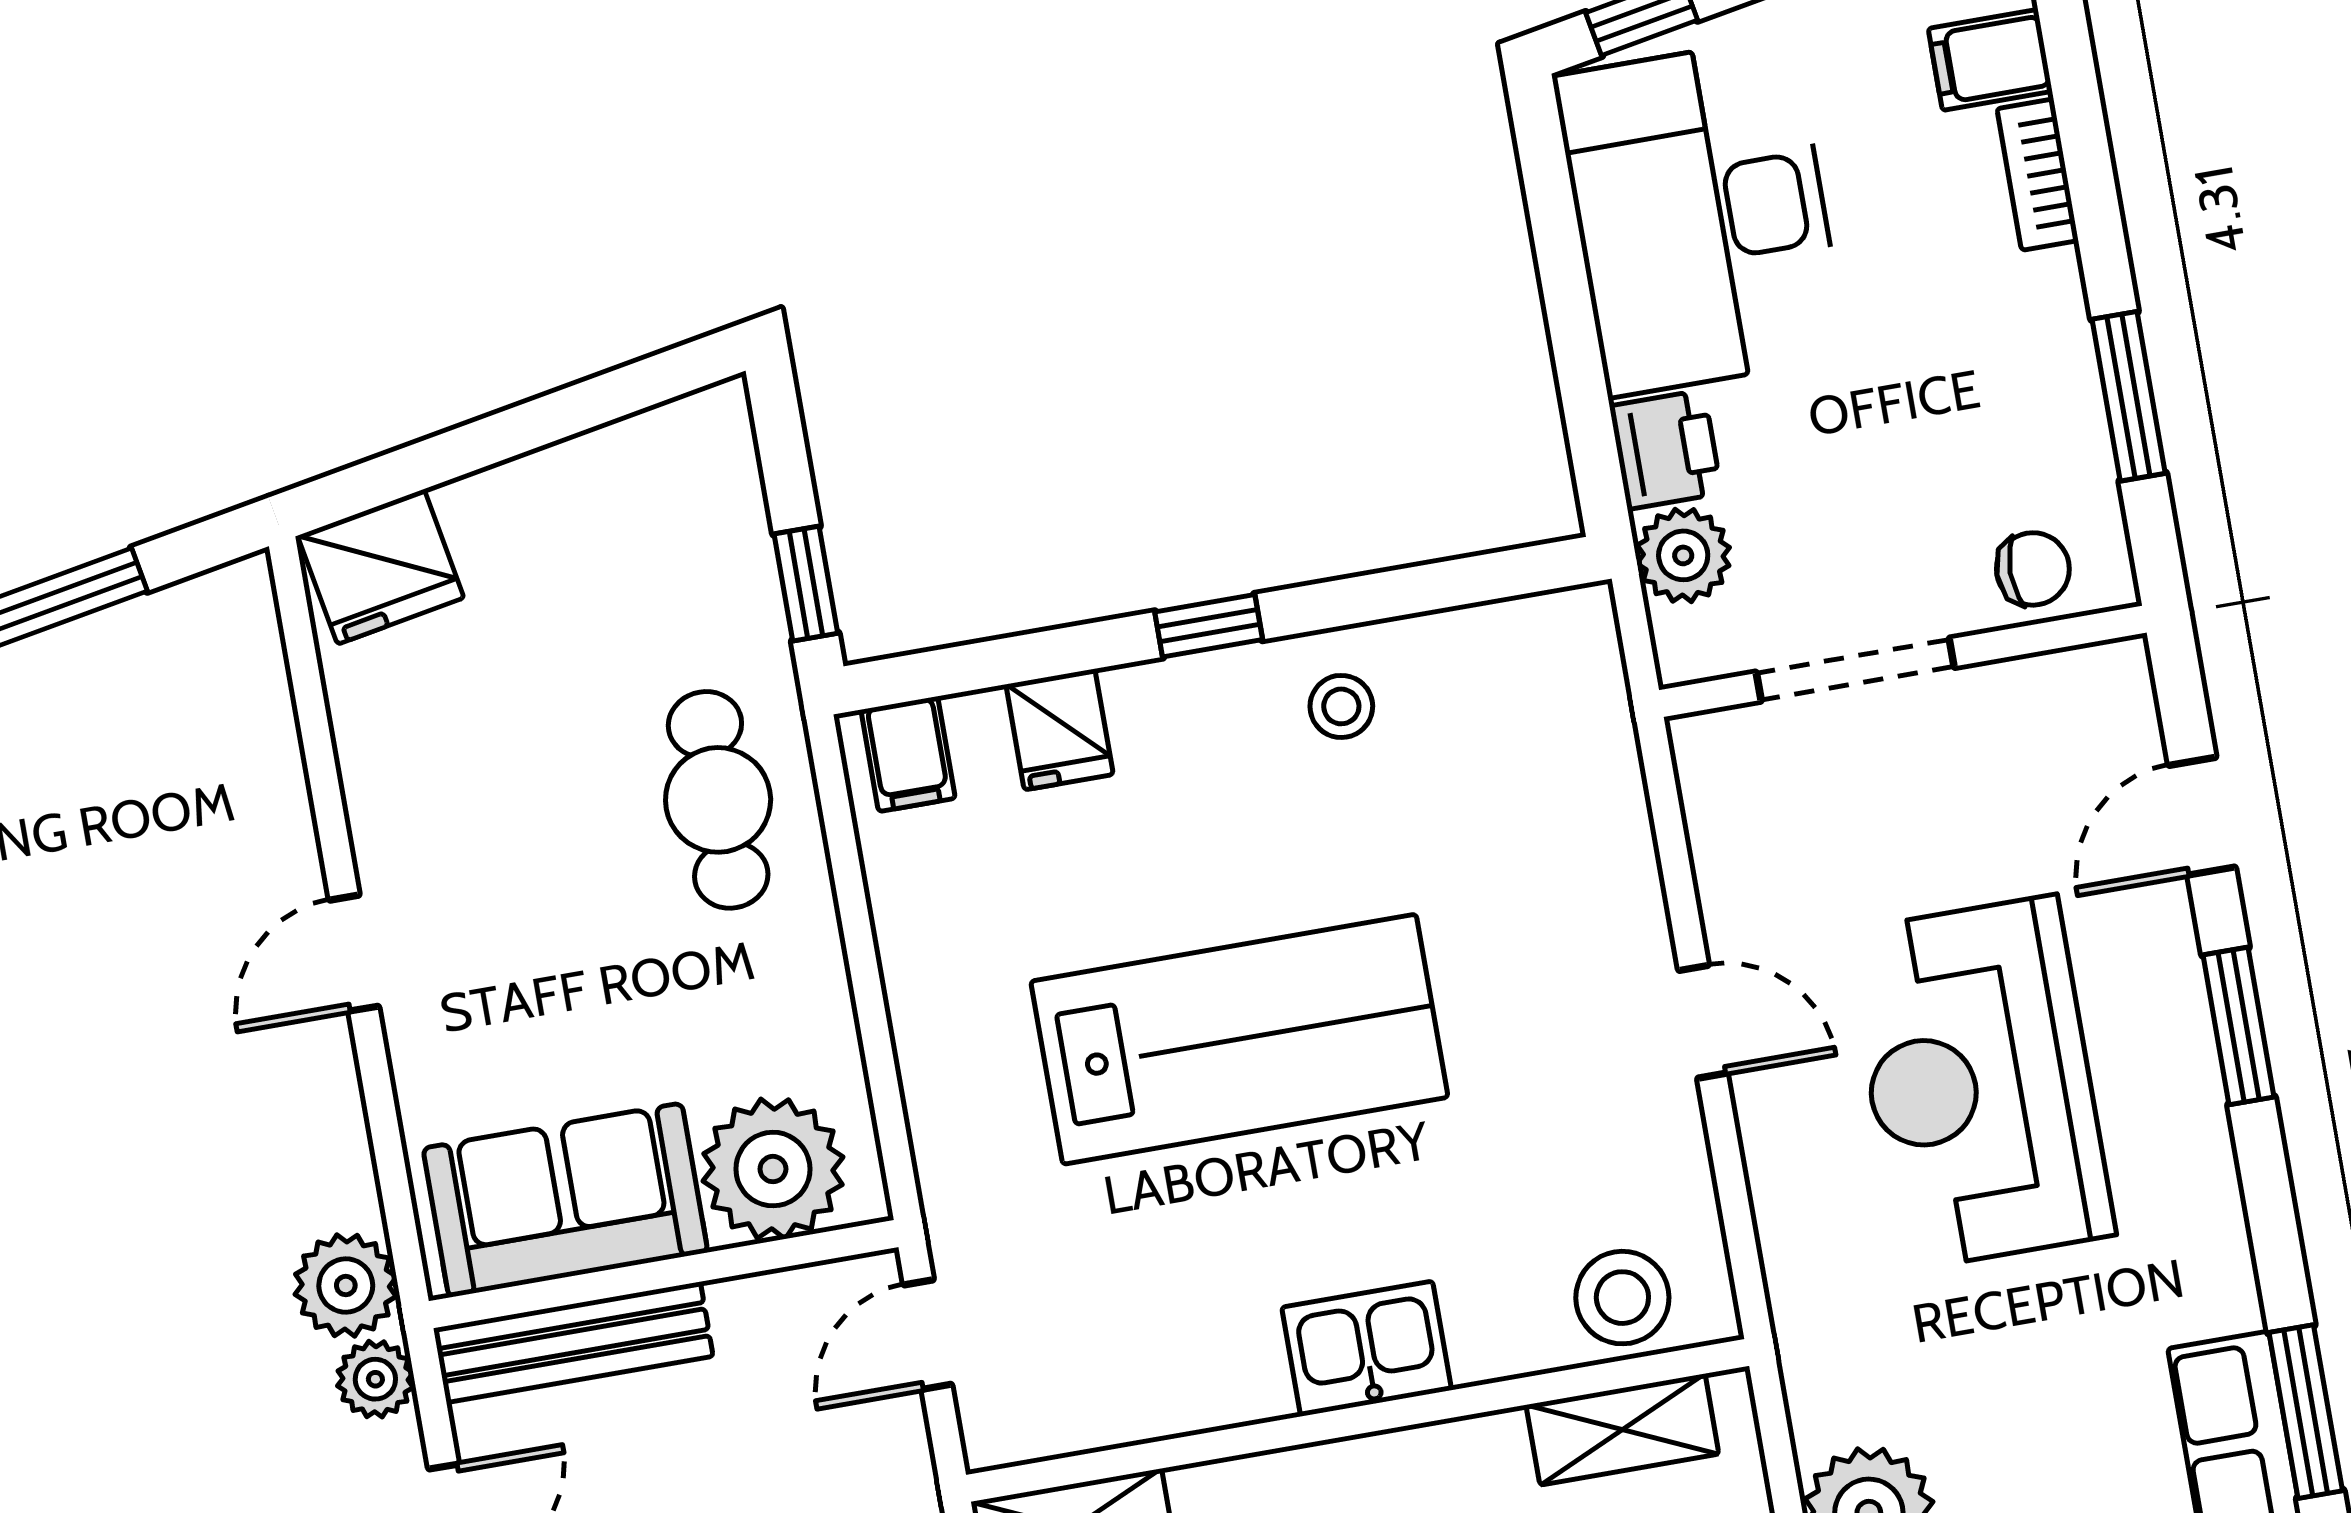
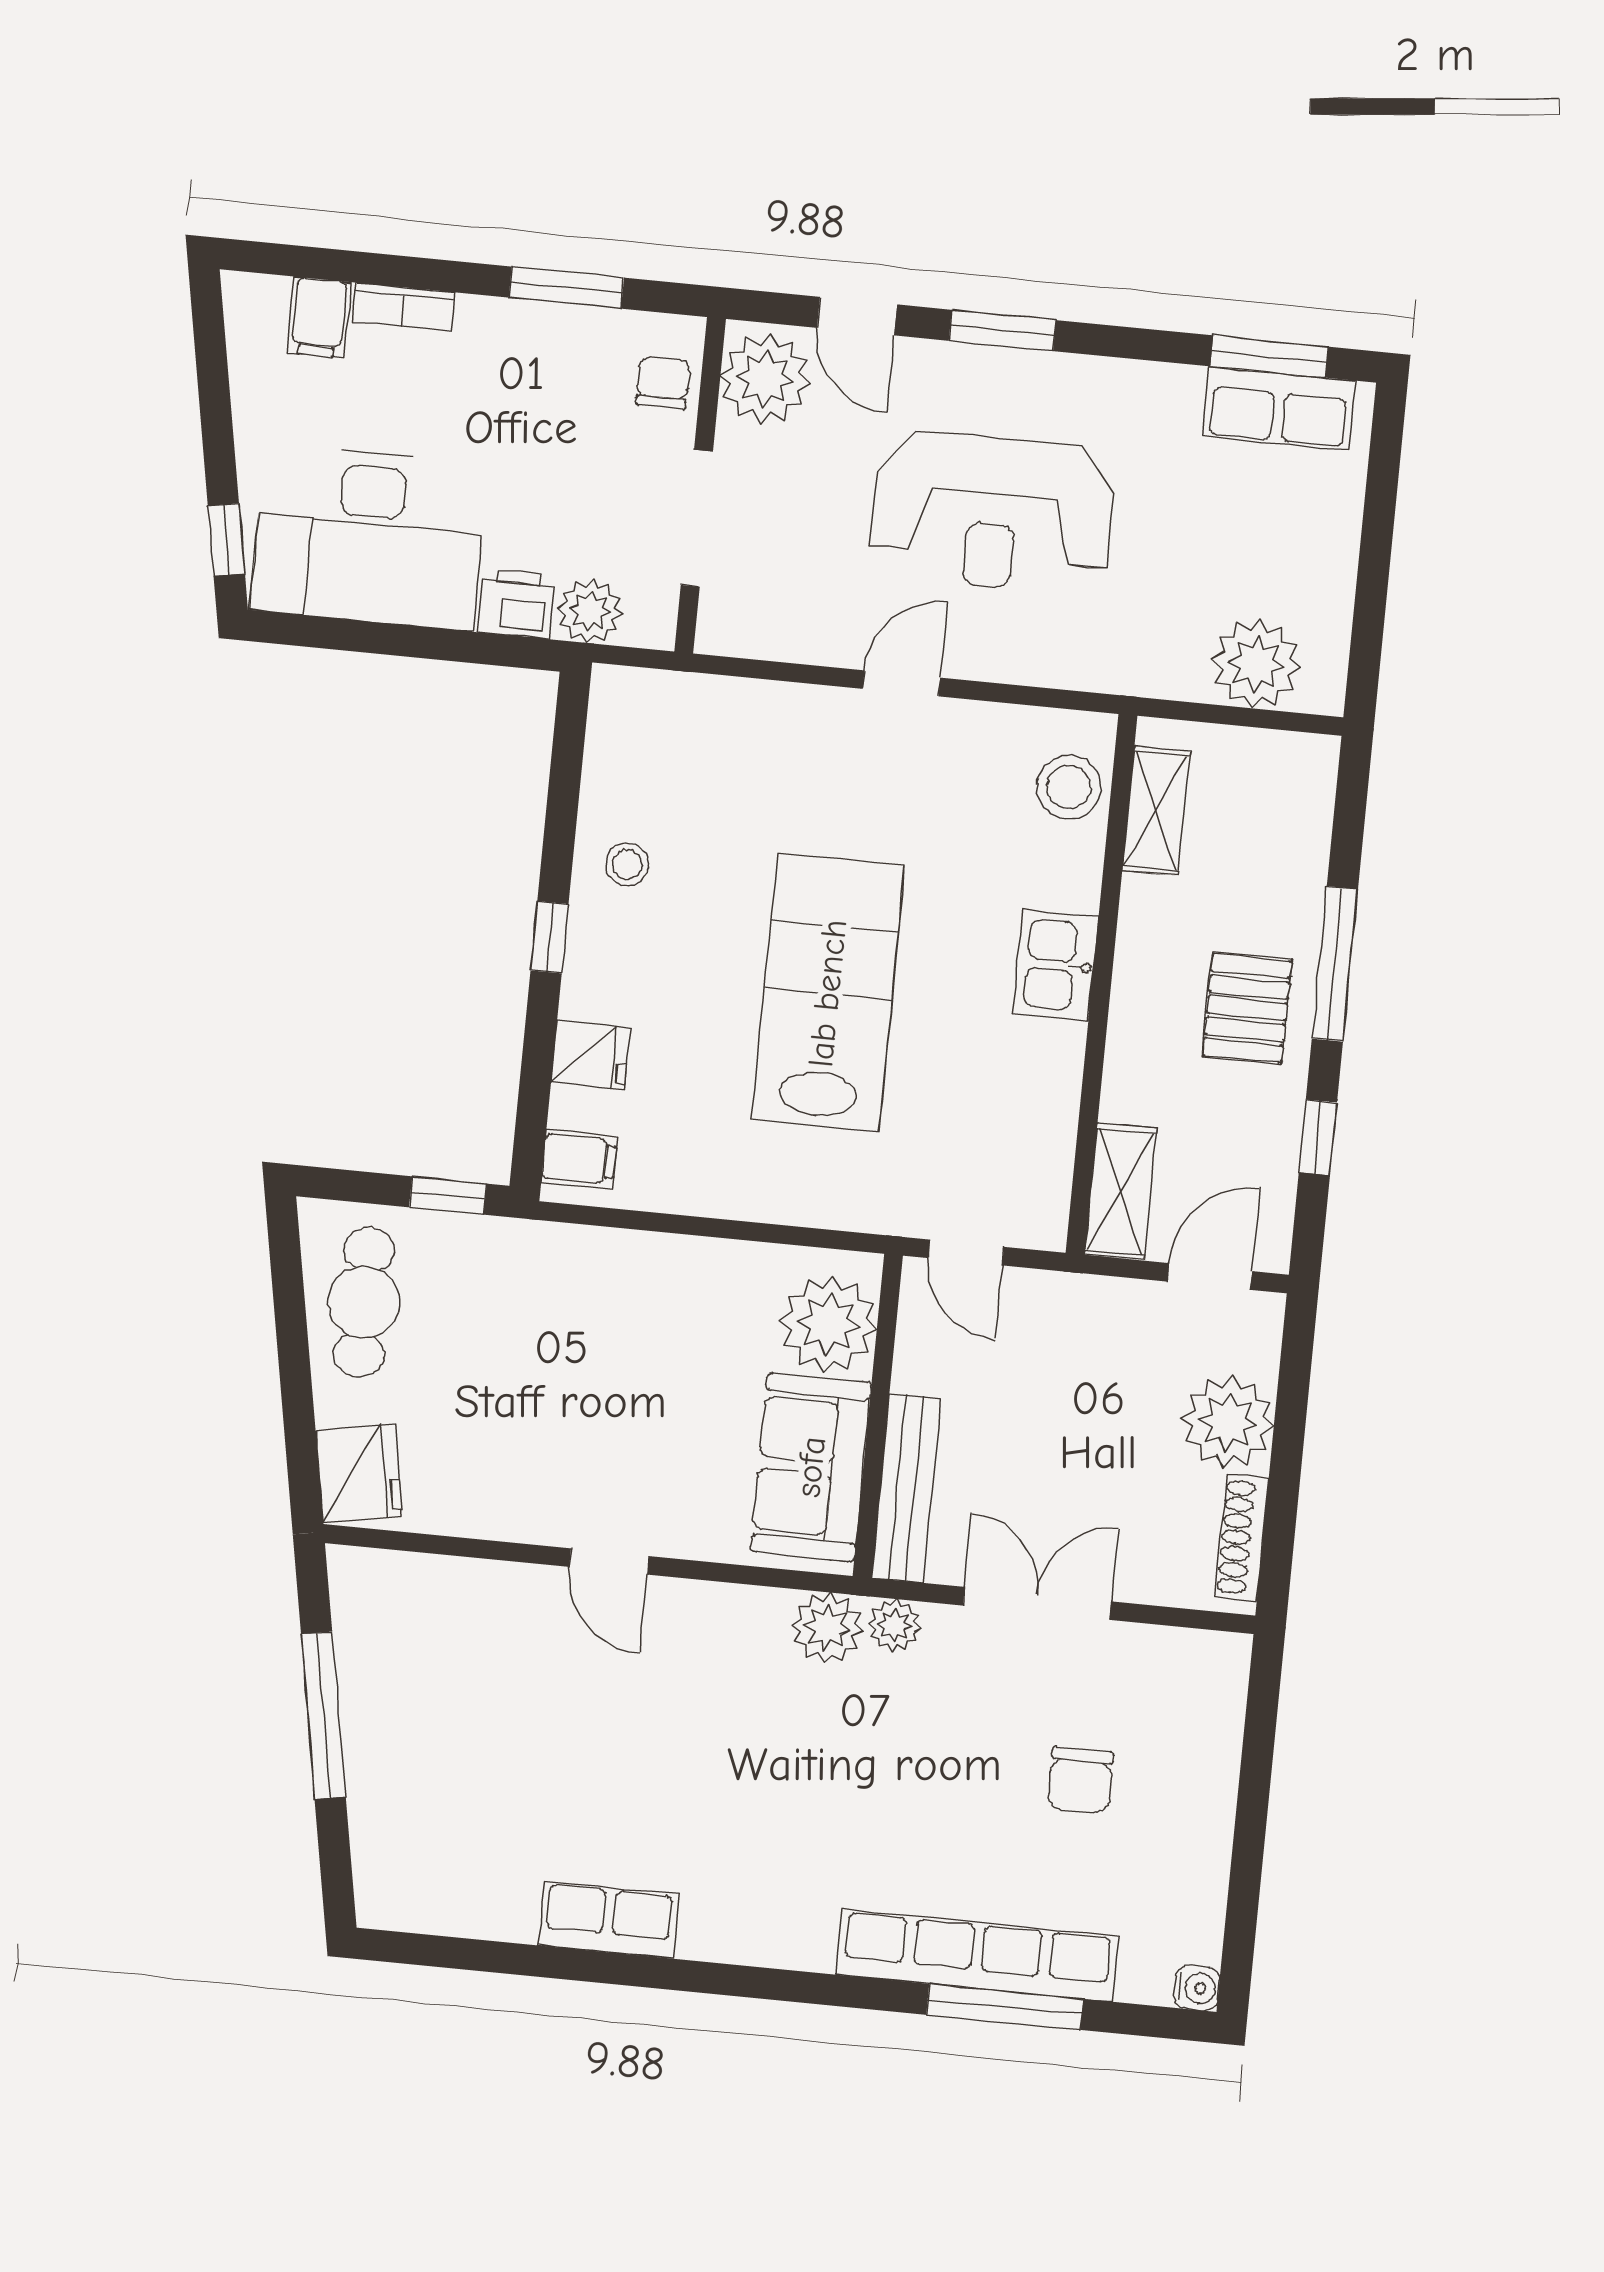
plant: (2078, 711) -> (765, 379), added
cafe table: (718, 800) -> (364, 1302), moved, turned 90

